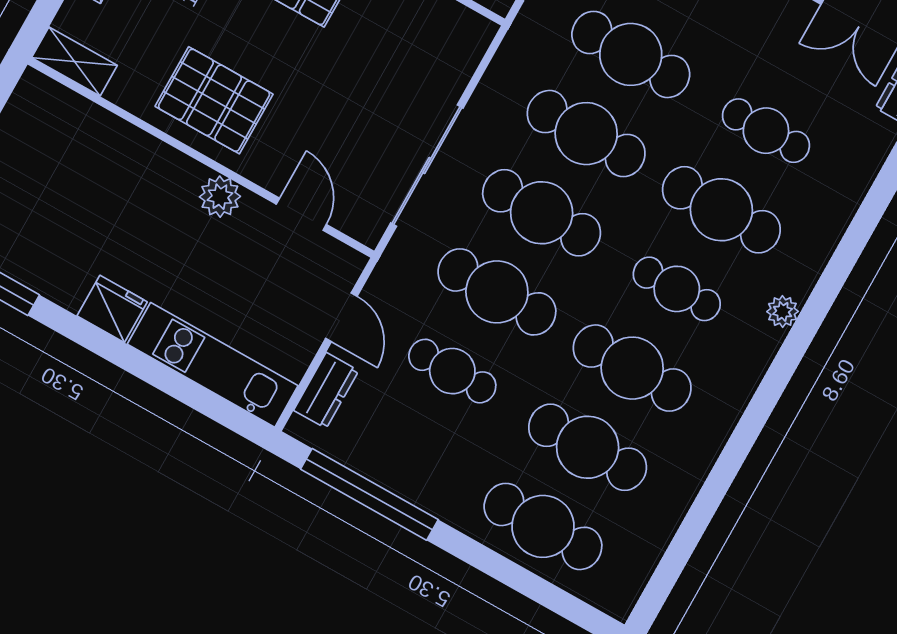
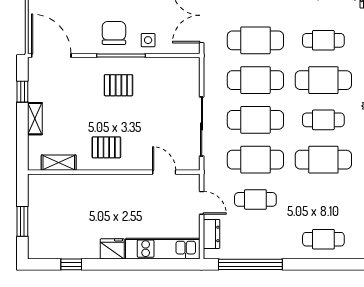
shelving: (74, 62) -> (59, 163), moved
pallet: (214, 100) -> (106, 147), width x0.67, depth x0.71
plant: (220, 197) -> (129, 183), removed
cafe table: (588, 447) -> (323, 199), removed
cafe table: (543, 526) -> (323, 239), width x0.73, depth x0.74

